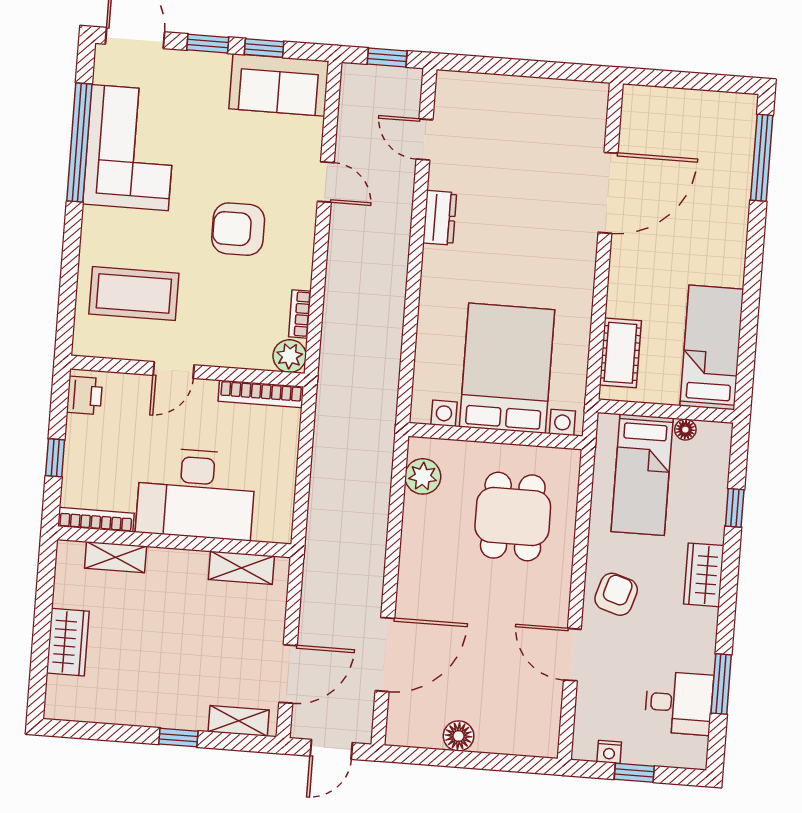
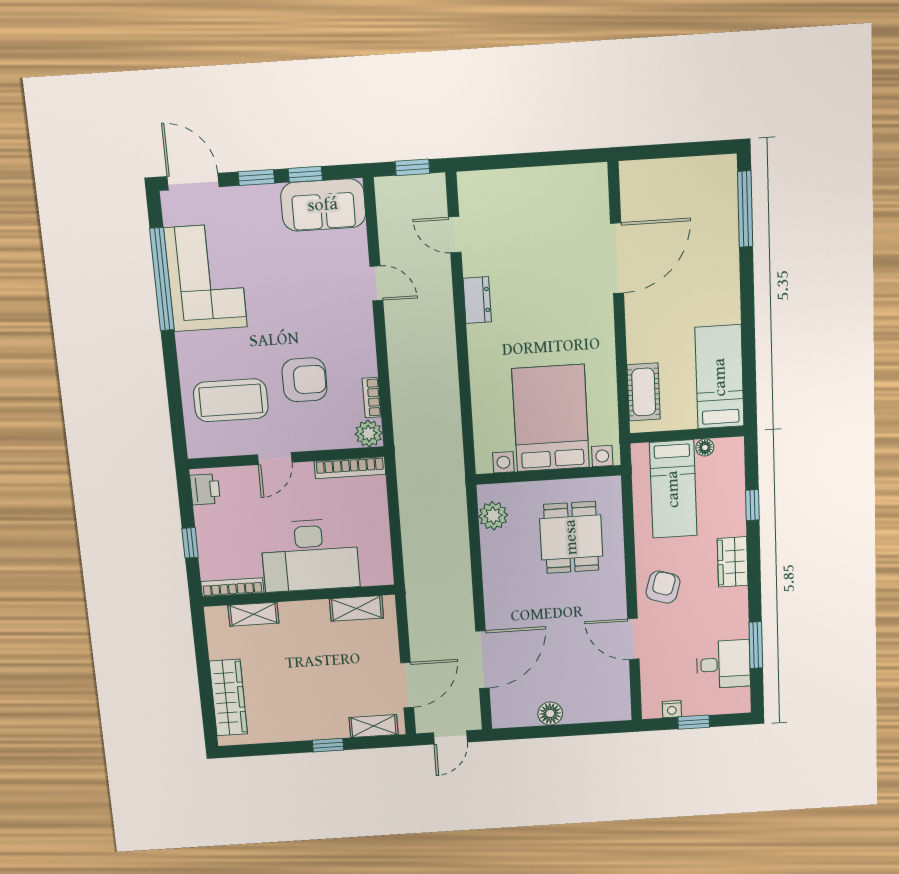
armchair: (238, 229) -> (304, 380), moved, turned 180
wardrobe: (68, 642) -> (228, 698), width x1.50

